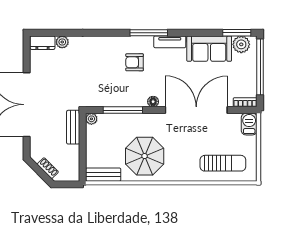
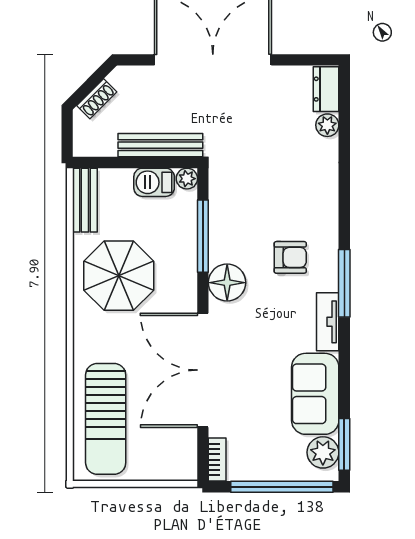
armchair: (135, 62) -> (290, 257), turned 90
floor lamp: (153, 102) -> (227, 283), width x1.89, depth x1.89
double door: (196, 110) -> (203, 370), swing flipped
barbecue: (249, 124) -> (154, 182), moved, turned 180
bench: (73, 127) -> (160, 145), width x1.36
sun lounger: (223, 163) -> (106, 419), width x1.36, depth x1.34

